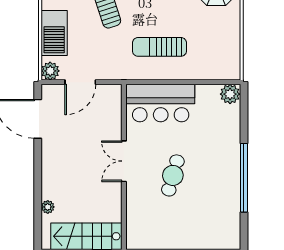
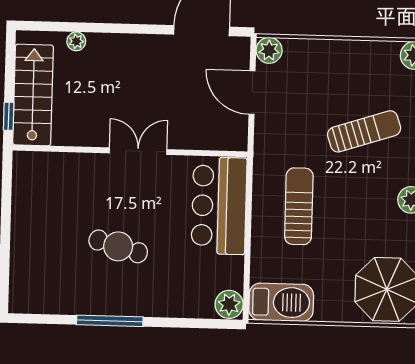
barbecue: (54, 33) -> (281, 302), moved, turned 180
cafe table: (173, 175) -> (118, 246), moved
window: (244, 178) -> (110, 321), width x0.68

